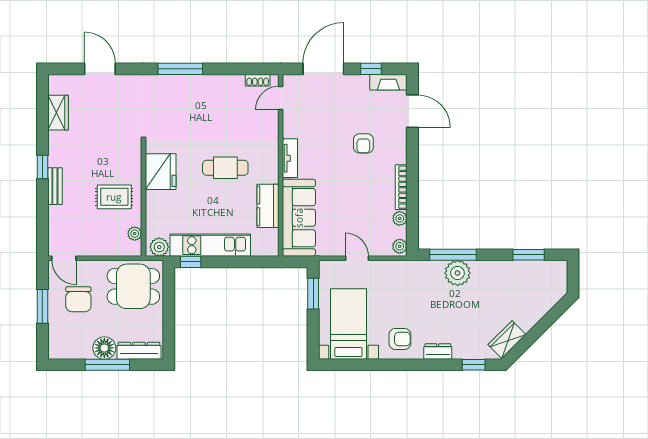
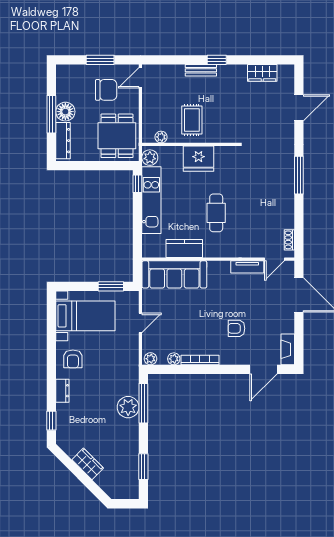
window: (371, 69) -> (299, 335), removed
door: (281, 98) -> (275, 259), swing flipped
tv unit: (290, 158) -> (247, 267), moved
fridge: (161, 172) -> (199, 159), moved
chair: (78, 299) -> (106, 90), turned 180
wardrobe: (507, 340) -> (88, 464), moved

